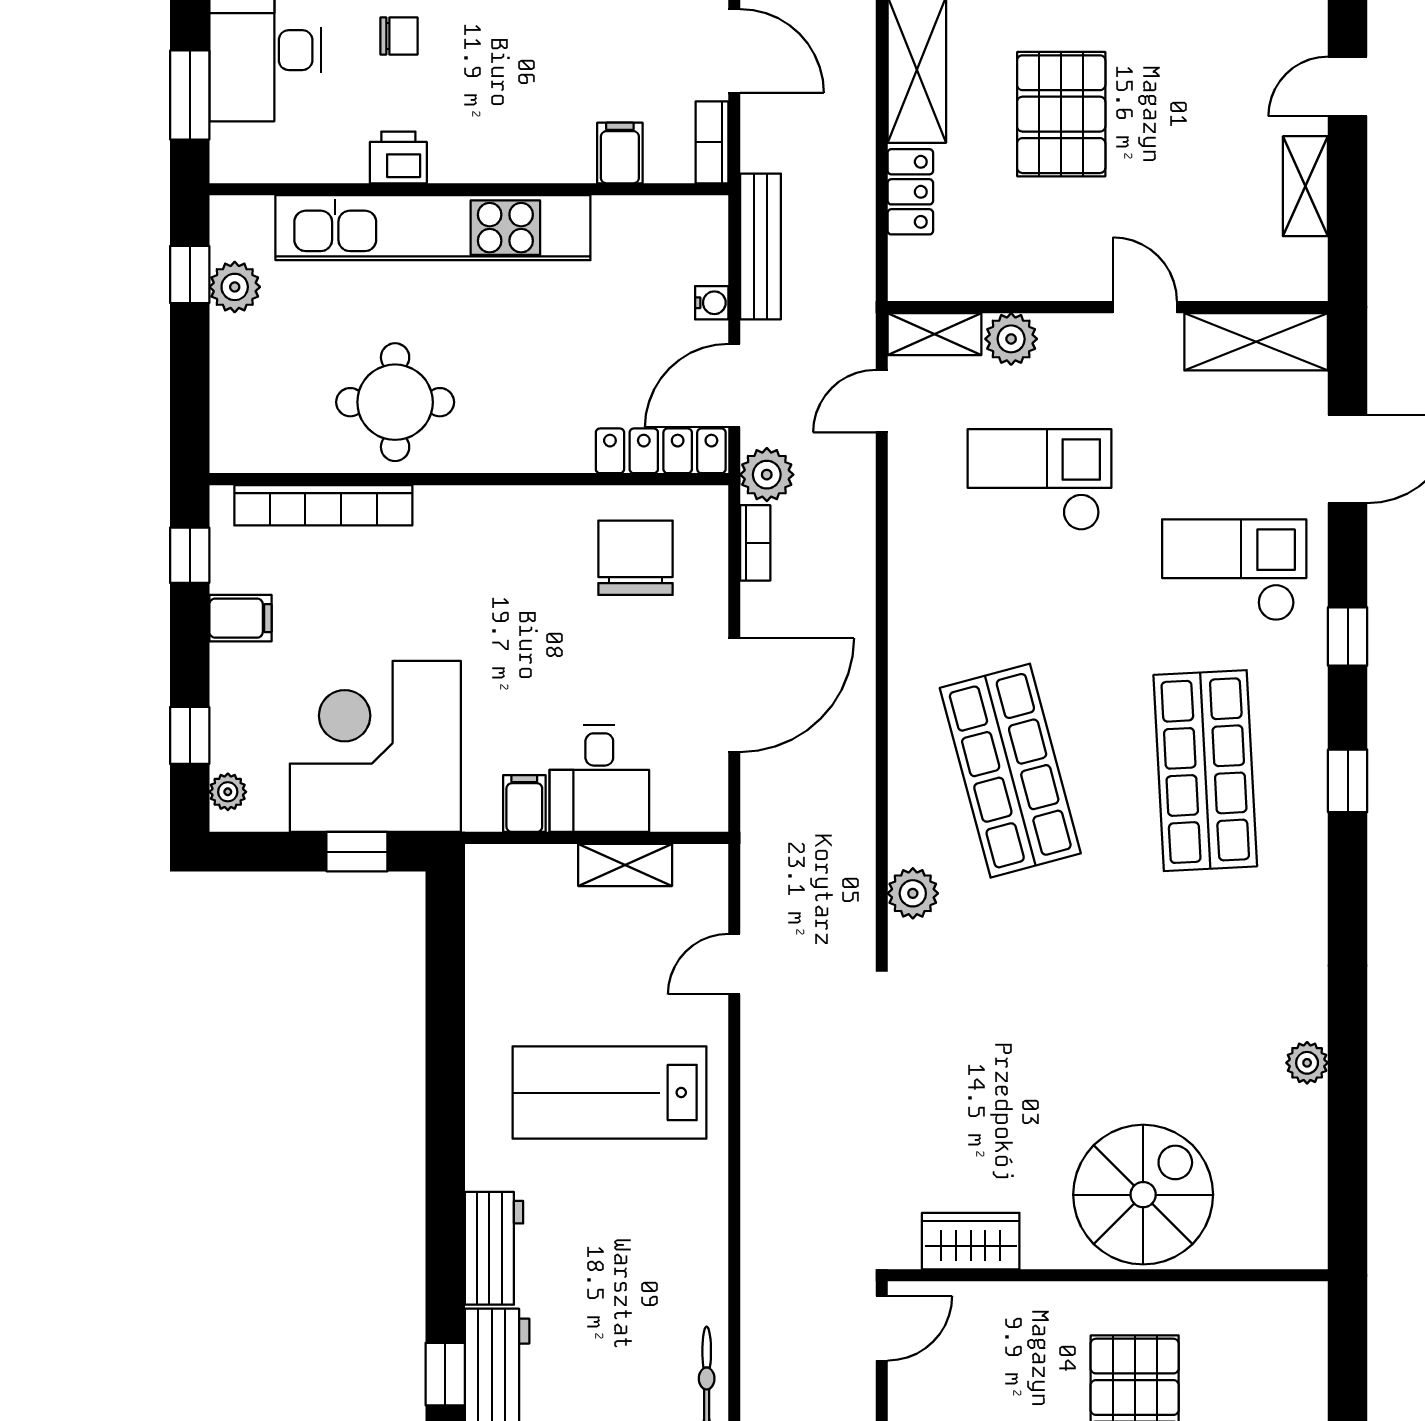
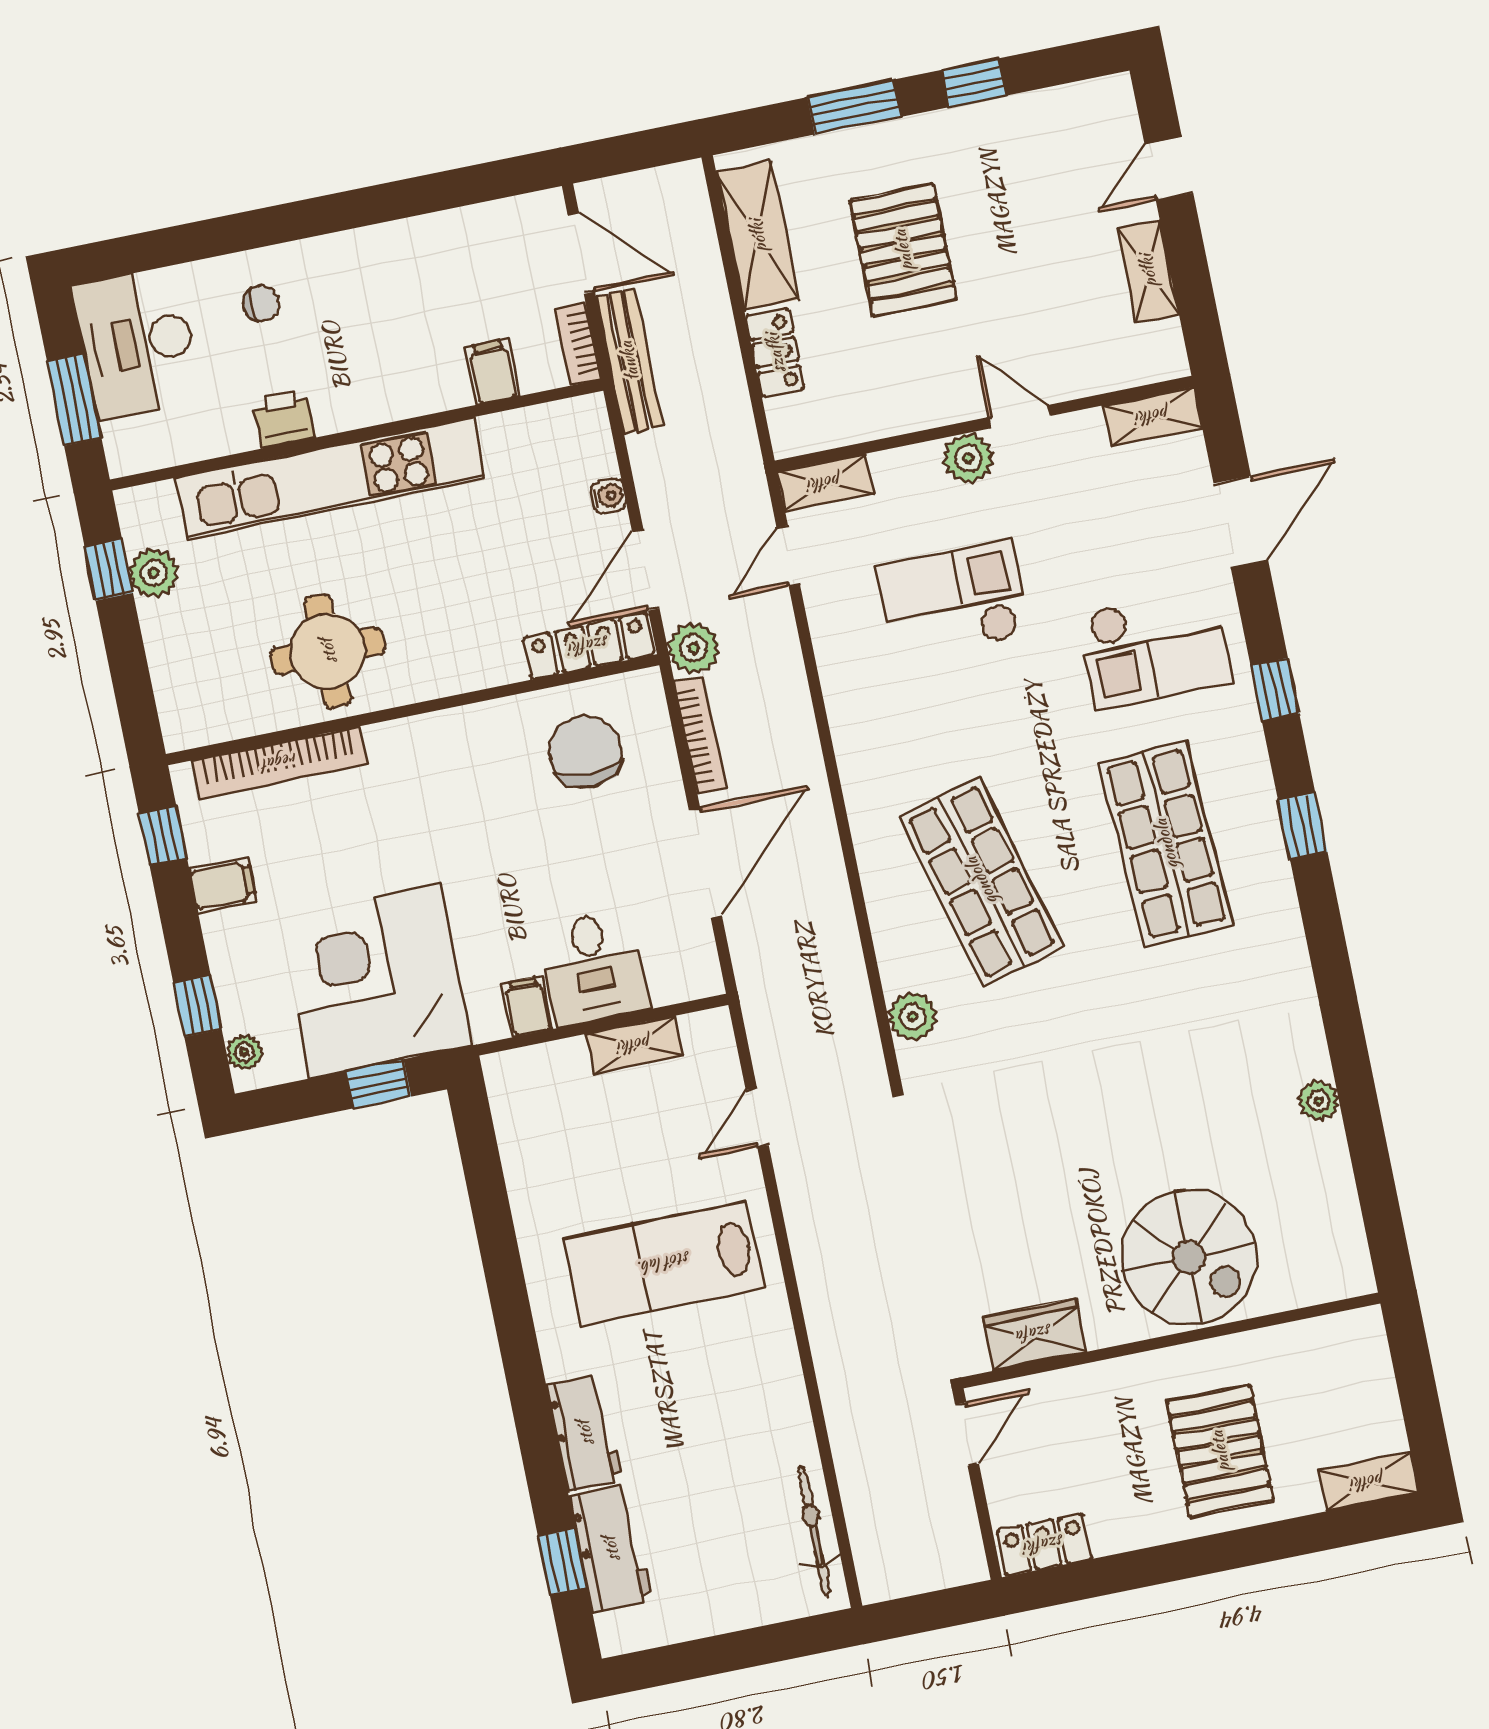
bench: (761, 246) -> (629, 361), moved
plant: (1011, 339) -> (968, 458), moved
shelving: (1256, 342) -> (1153, 416), width x0.67, depth x0.75
bookcase: (755, 543) -> (700, 735), width x1.56
checkout: (1234, 570) -> (1155, 648), turned 180
spiral stairs: (1143, 1195) -> (1189, 1257), turned 90

